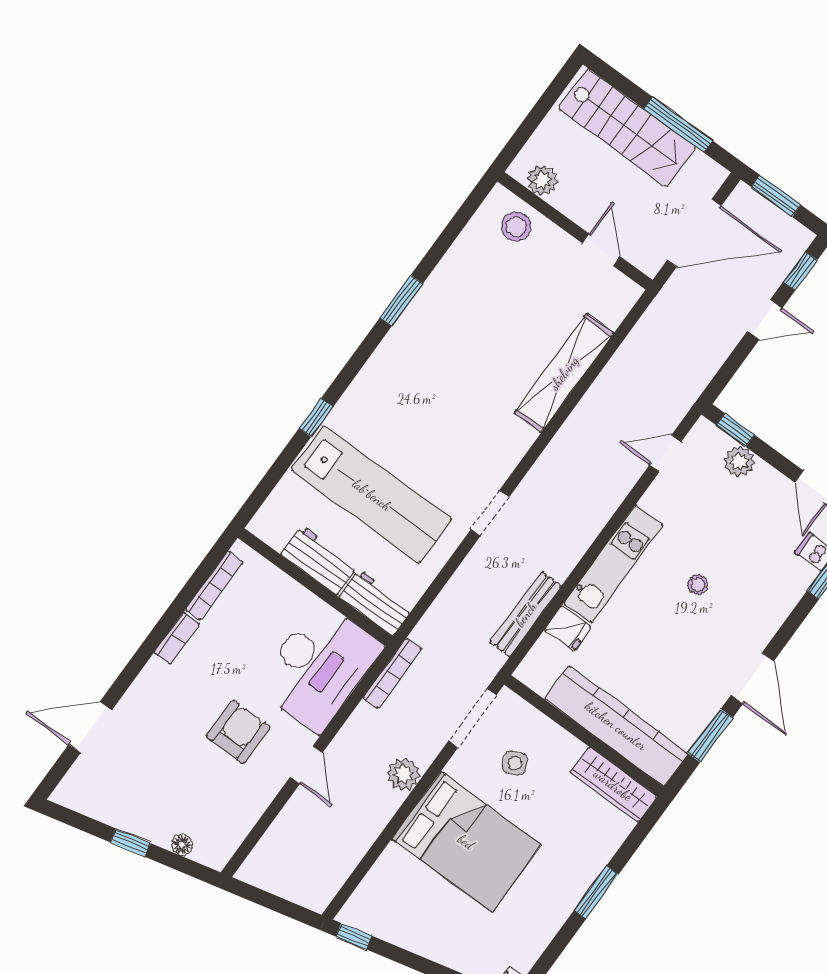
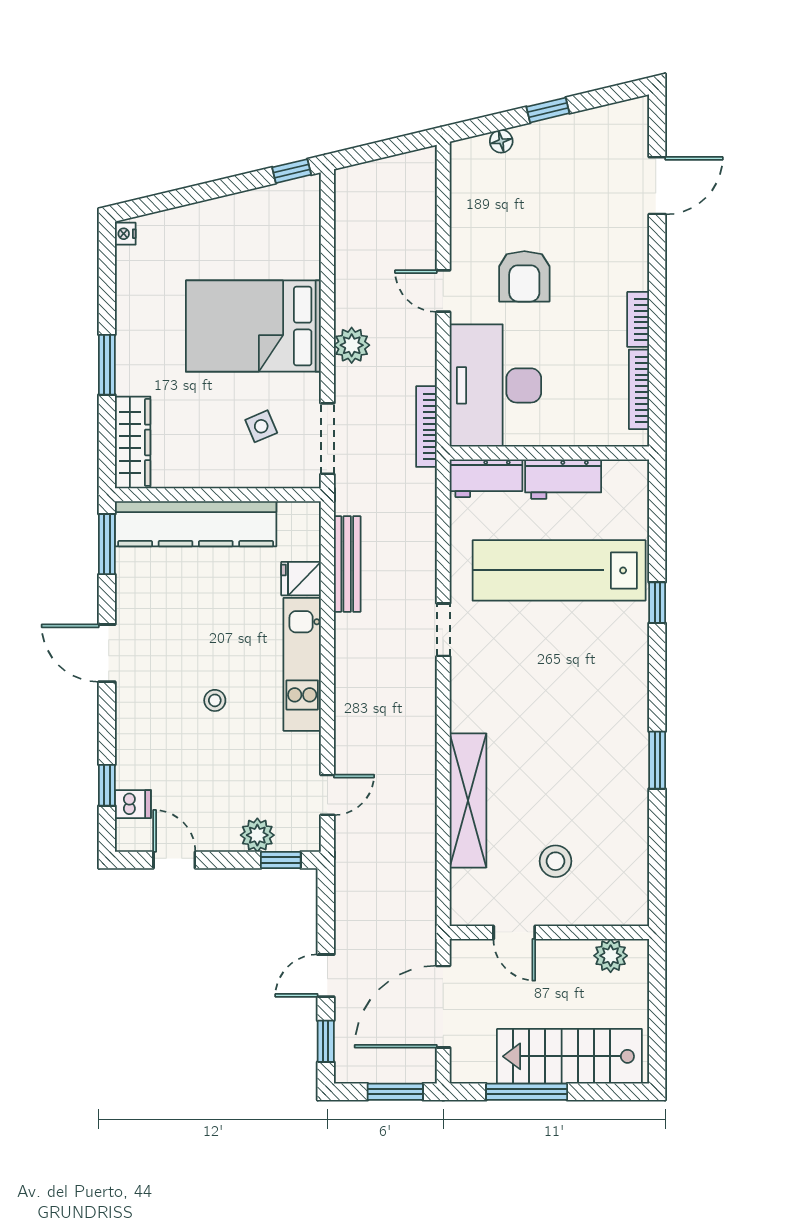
stool: (516, 227) -> (555, 861), moved
window: (711, 736) -> (107, 544), moved
wardrobe: (613, 785) -> (133, 442), moved, turned 90

